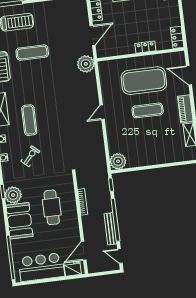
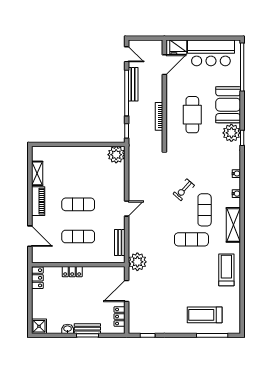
exercise mat: (32, 53) -> (191, 239), moved
bench: (104, 80) -> (120, 242), added
exercise mat: (144, 81) -> (78, 236), width x0.50, depth x0.69
exercise bike: (30, 156) -> (184, 190), moved

